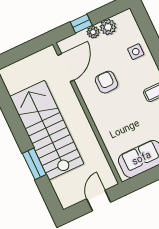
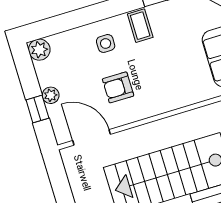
plant: (108, 27) -> (39, 50), moved
side table: (136, 52) -> (106, 43), moved

